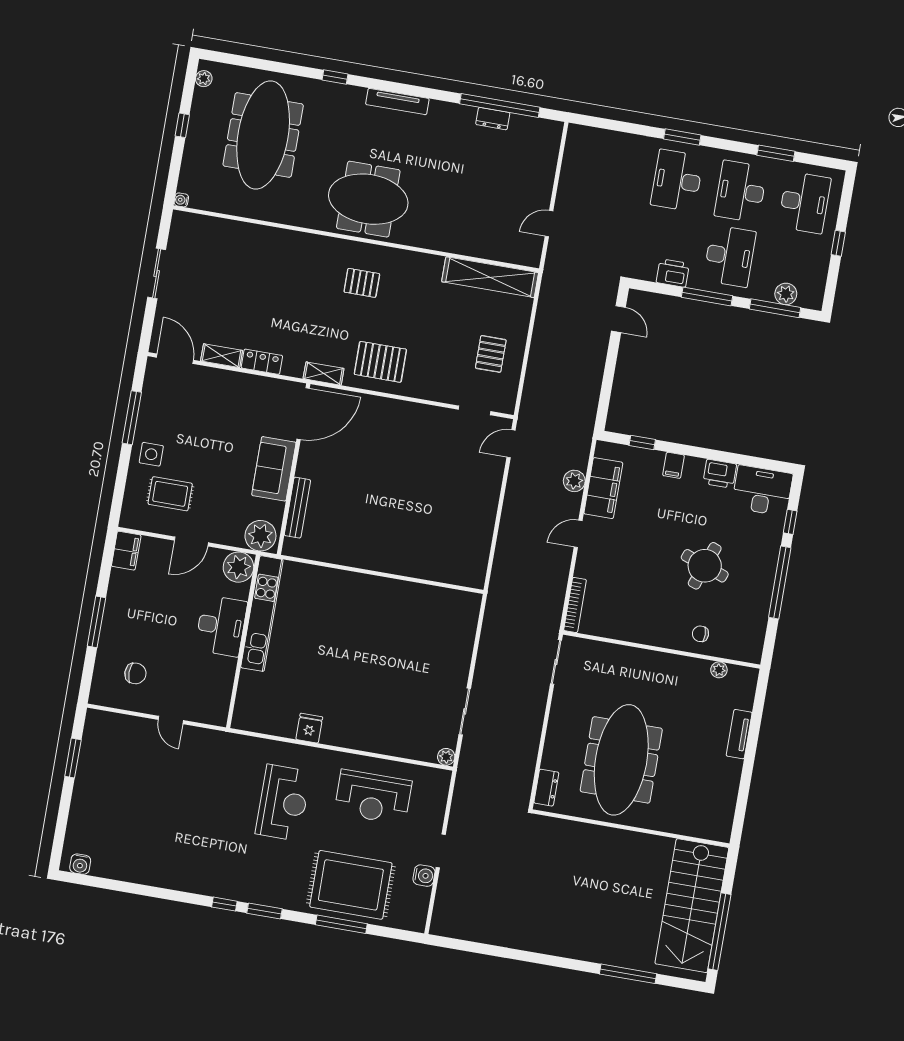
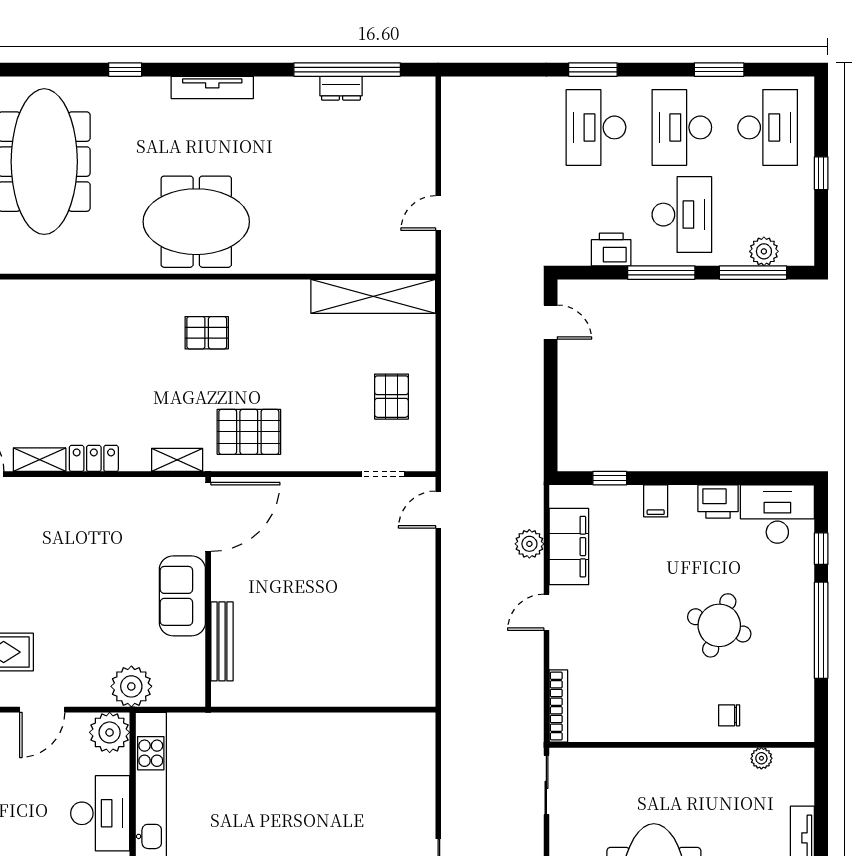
door: (303, 414) -> (208, 517), moved
sofa: (274, 469) -> (182, 596), moved
wall: (294, 469) -> (208, 592), moved
bench: (297, 508) -> (222, 641), moved

